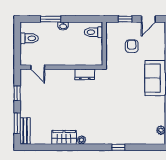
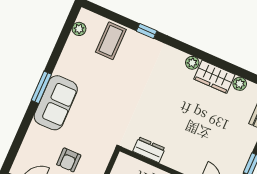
coffee table: (138, 132) -> (111, 41), added
plant: (46, 140) -> (240, 84), added

